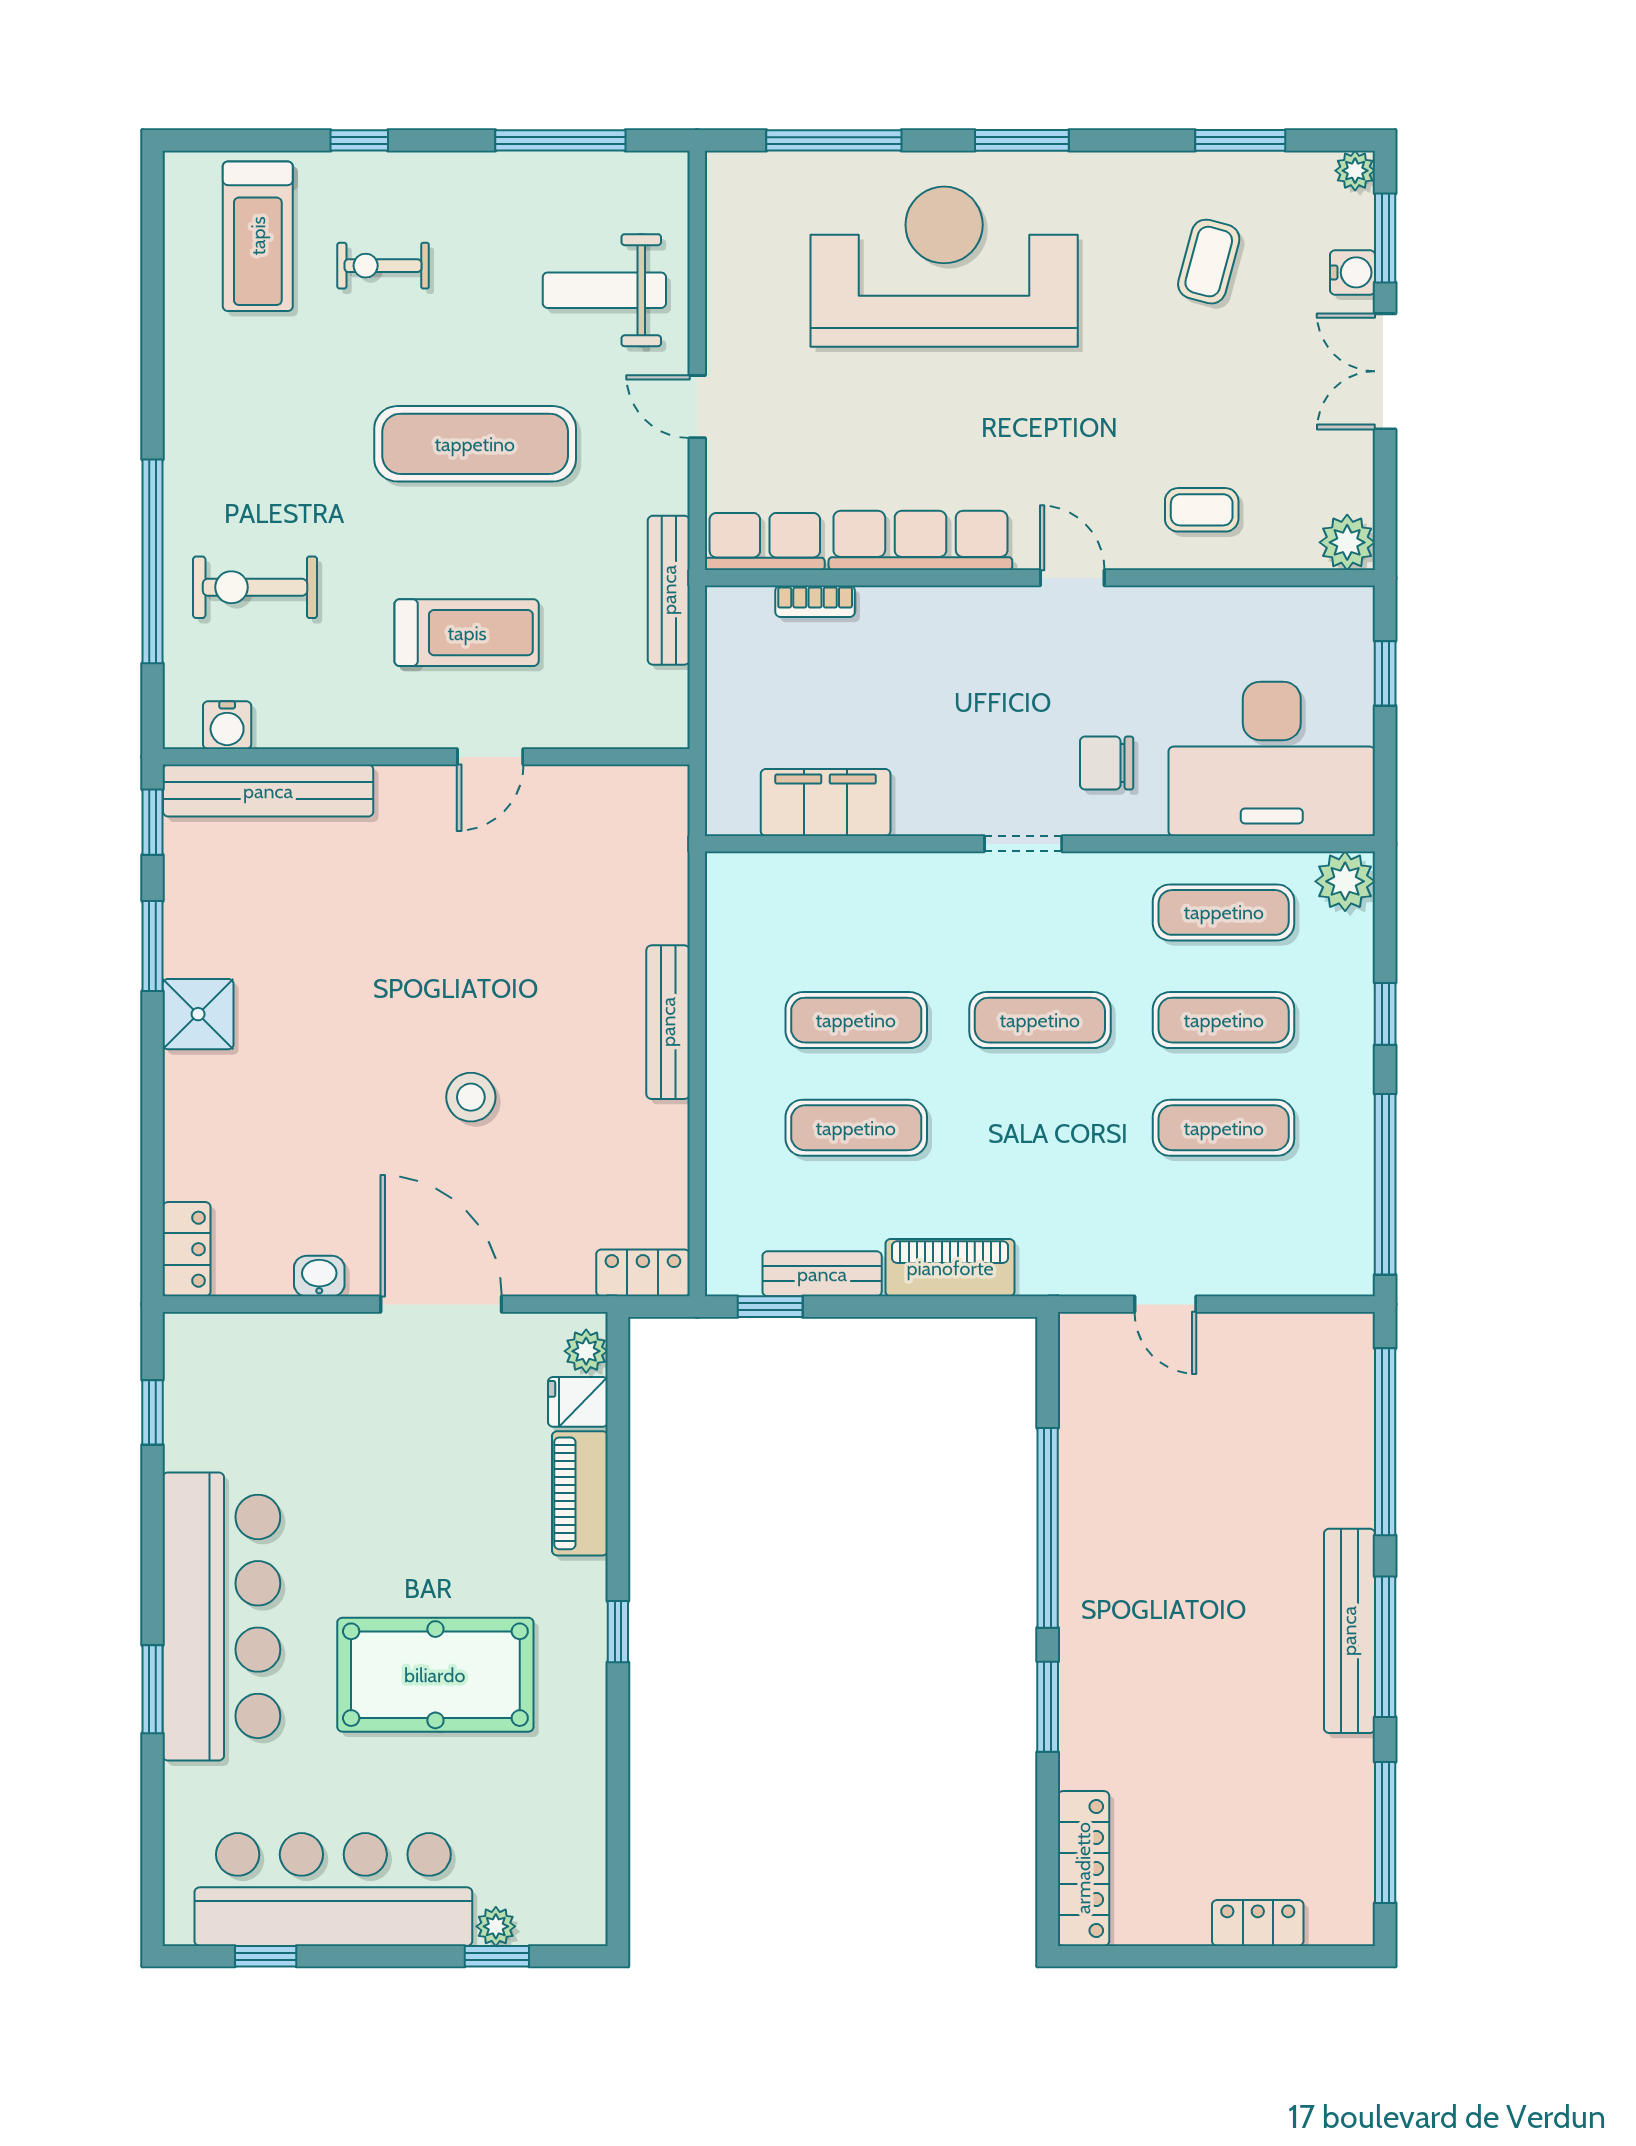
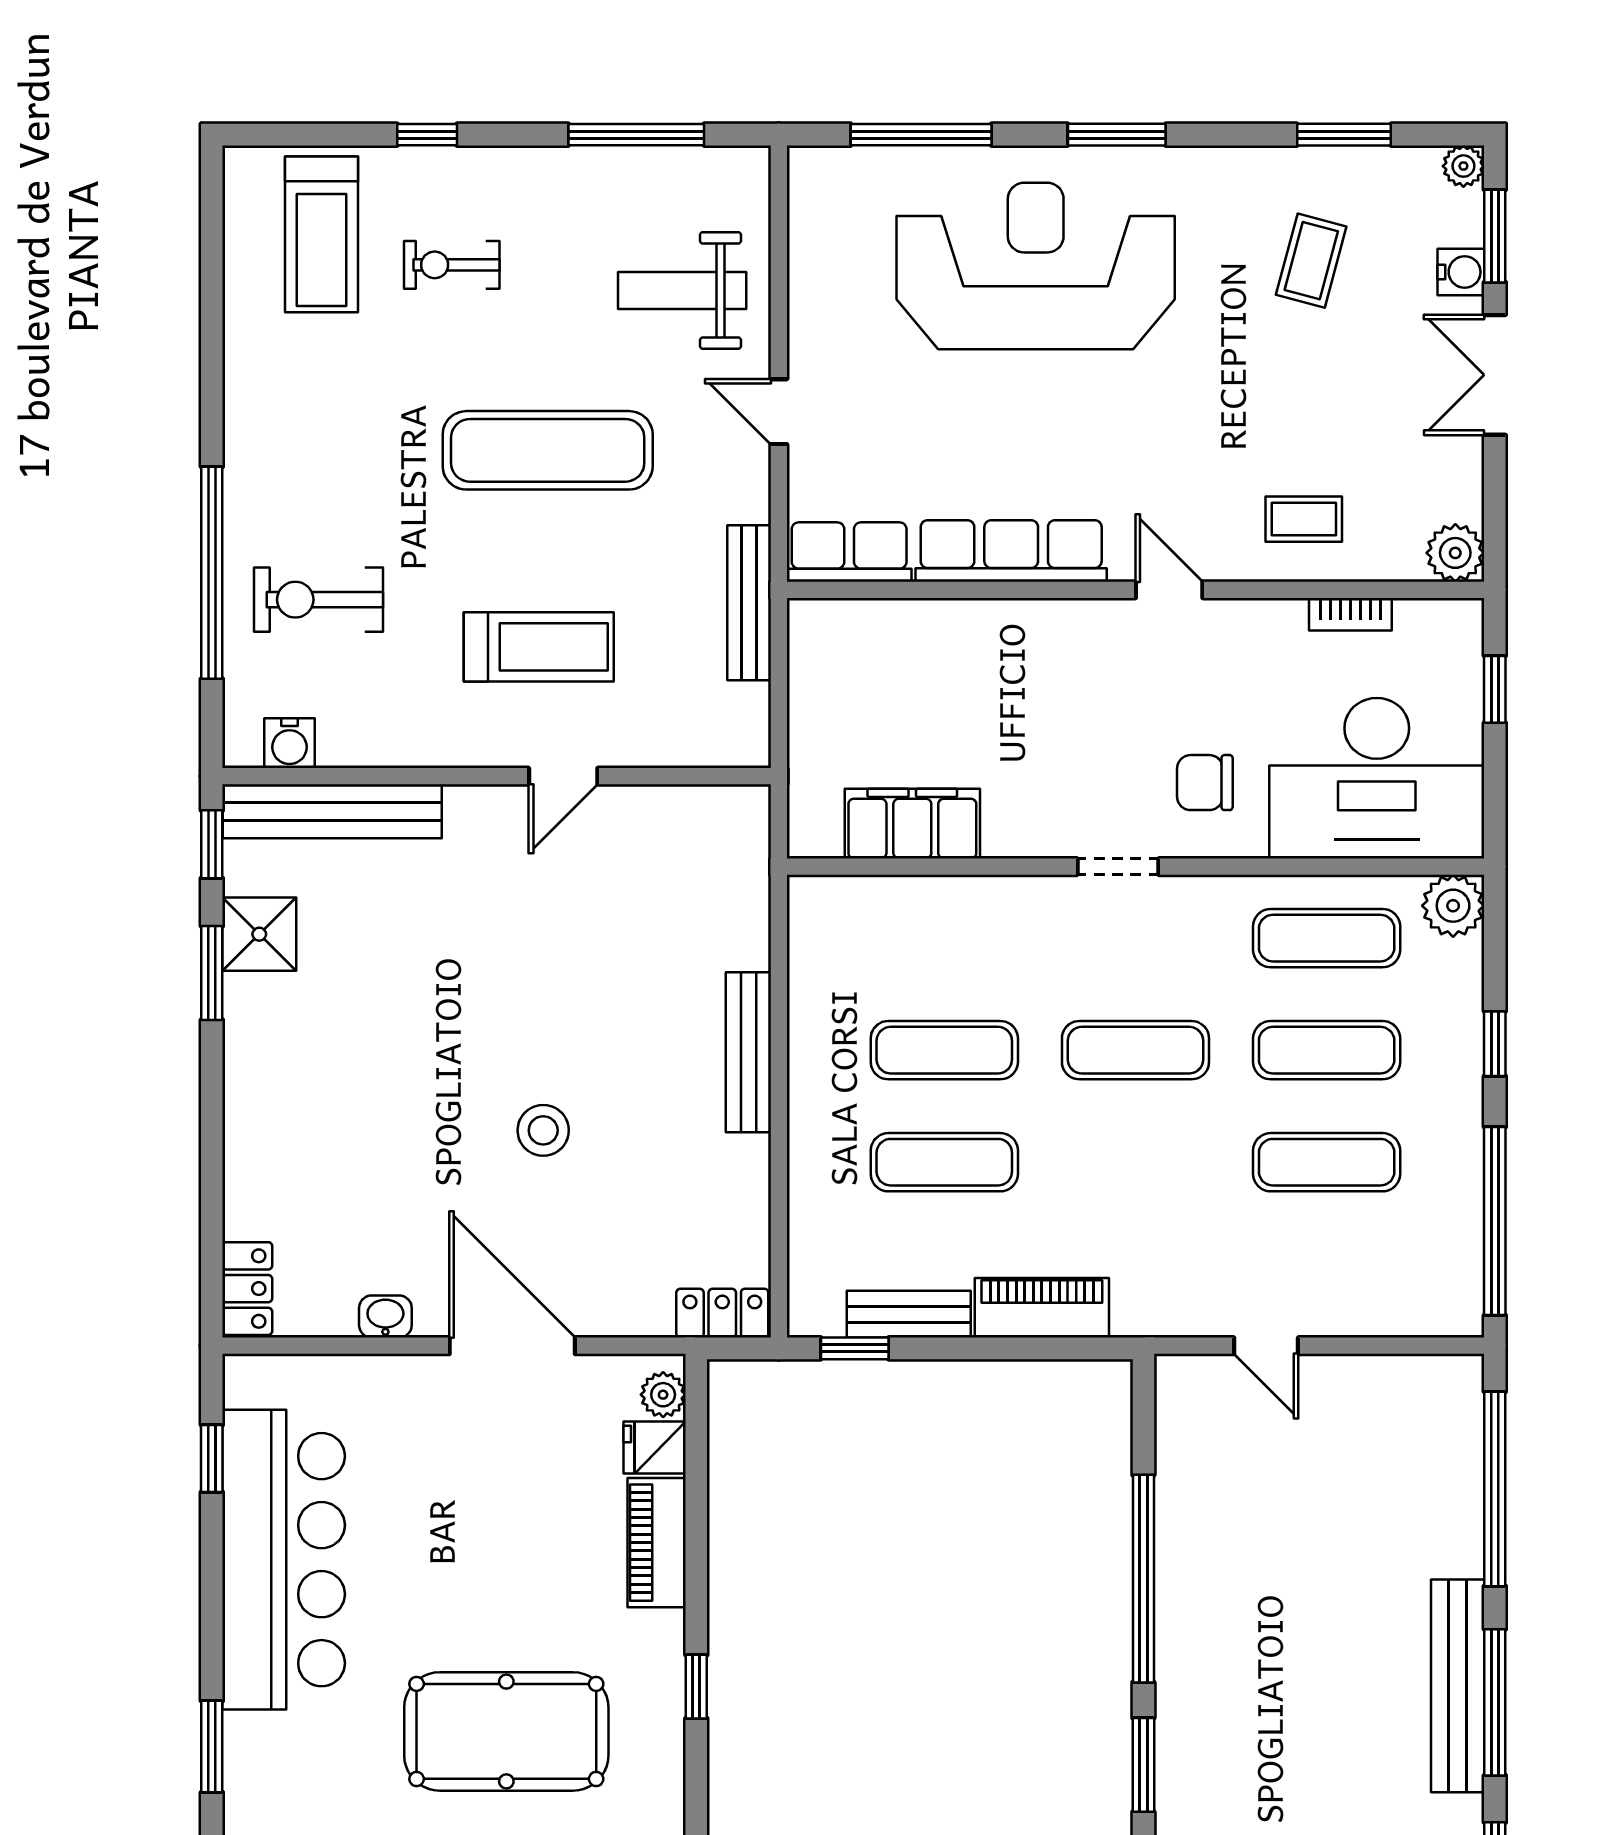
bookcase: (815, 601) -> (1350, 614), moved
shower: (198, 1014) -> (259, 934), moved
bar counter: (221, 1616) -> (284, 1560), moved

